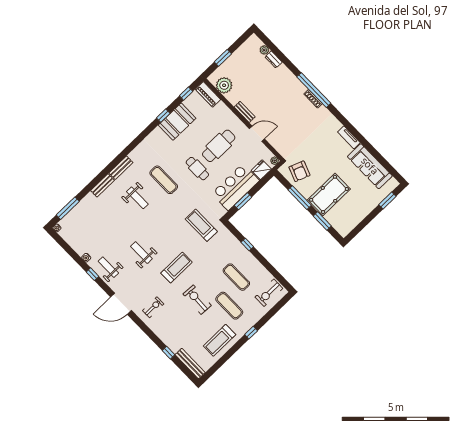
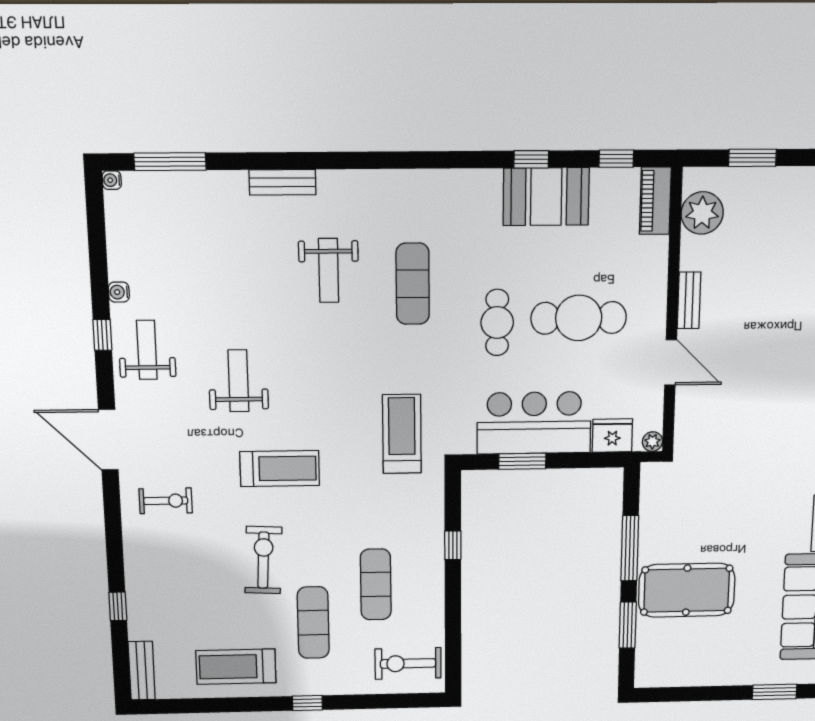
bench: (121, 168) -> (352, 182), removed
armchair: (299, 171) -> (677, 502), removed
bench: (190, 364) -> (142, 671), width x0.73

